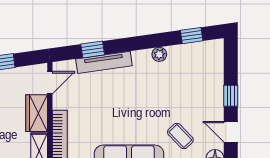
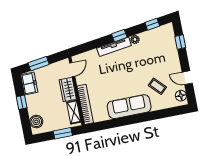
window: (93, 49) -> (119, 36), moved
tv unit: (104, 62) -> (114, 47), moved
window: (231, 96) -> (180, 42), moved

